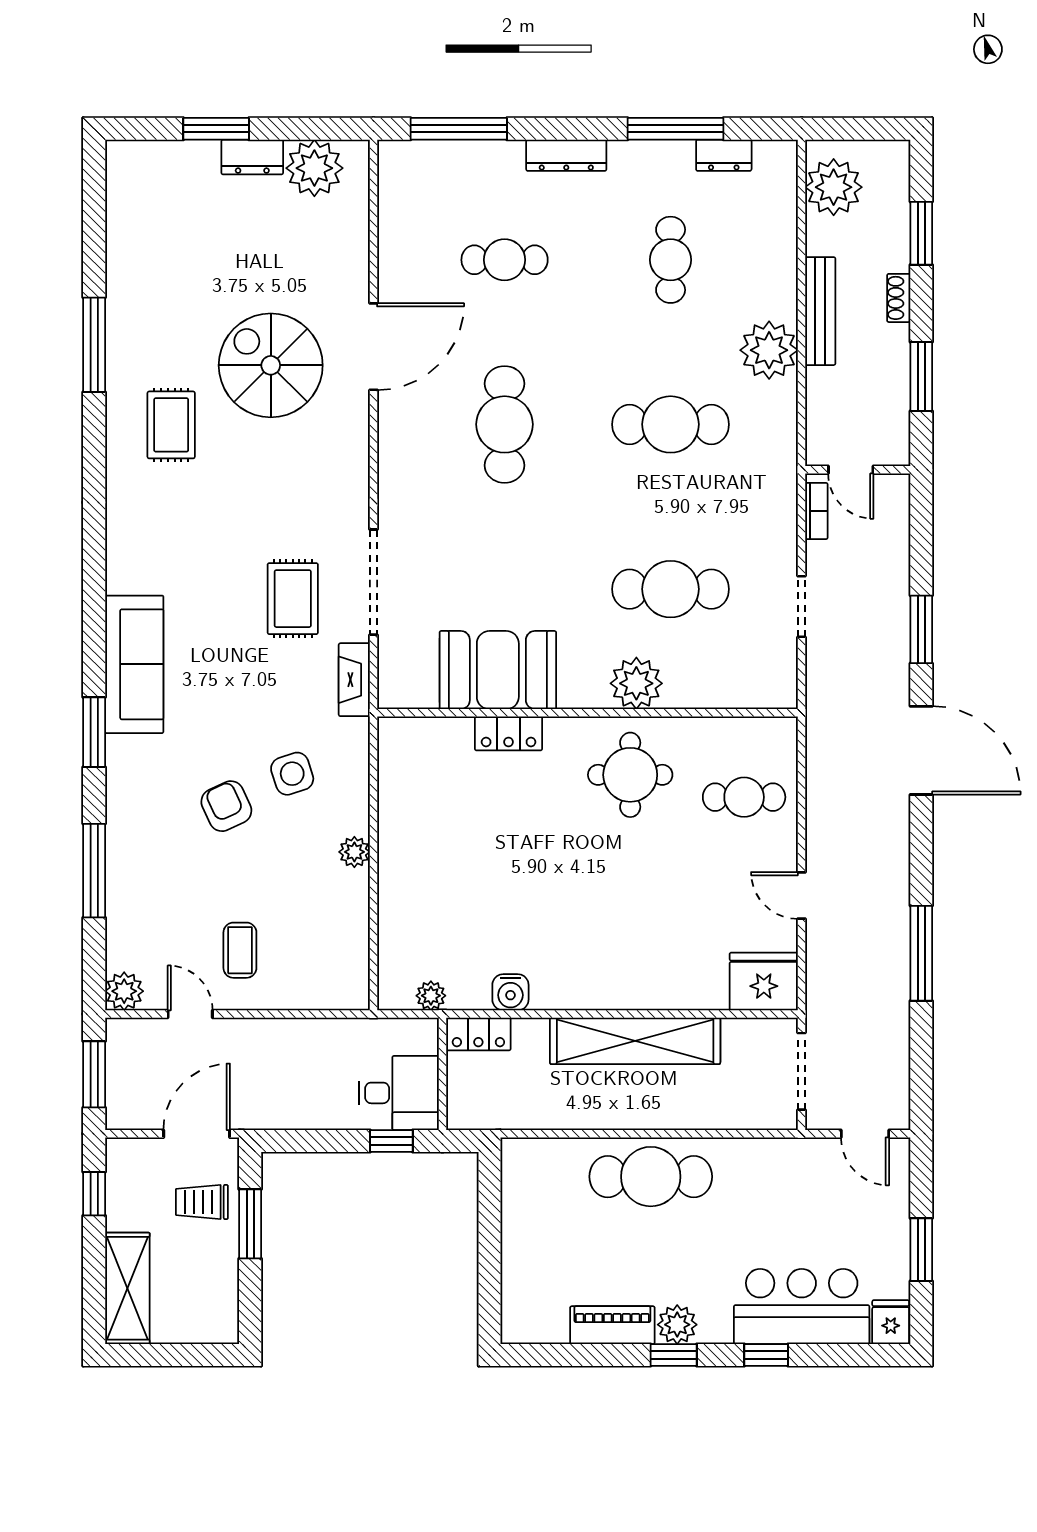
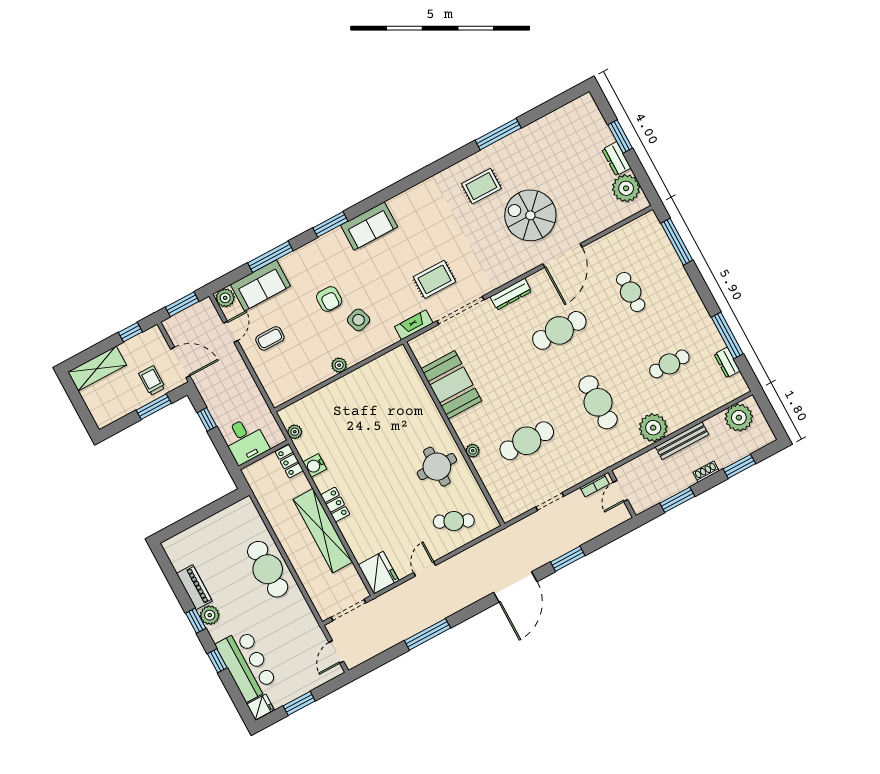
dresser: (566, 155) -> (511, 294), moved, turned -90
door: (373, 347) -> (562, 256), hinge flipped
spiral stairs: (271, 365) -> (530, 215), turned -90
cafe table: (671, 589) -> (527, 441), turned 90
sofa: (134, 664) -> (369, 226), width x0.73
plant: (636, 683) -> (473, 451), width x0.53, depth x0.53
locker: (509, 733) -> (335, 505), moved, turned 180
cafe table: (744, 797) -> (454, 521), turned -64
armchair: (226, 806) -> (329, 299), turned 115
sofa: (136, 916) -> (260, 285), added
window: (391, 1141) -> (207, 419), moved

